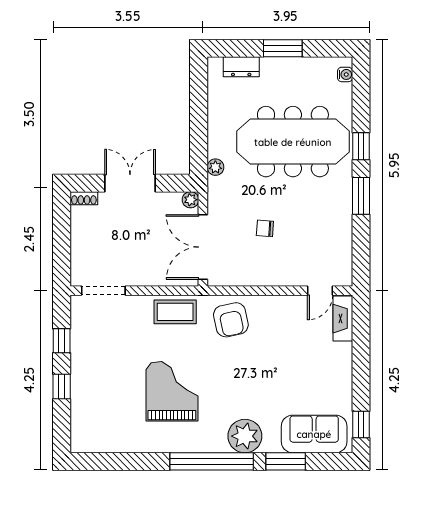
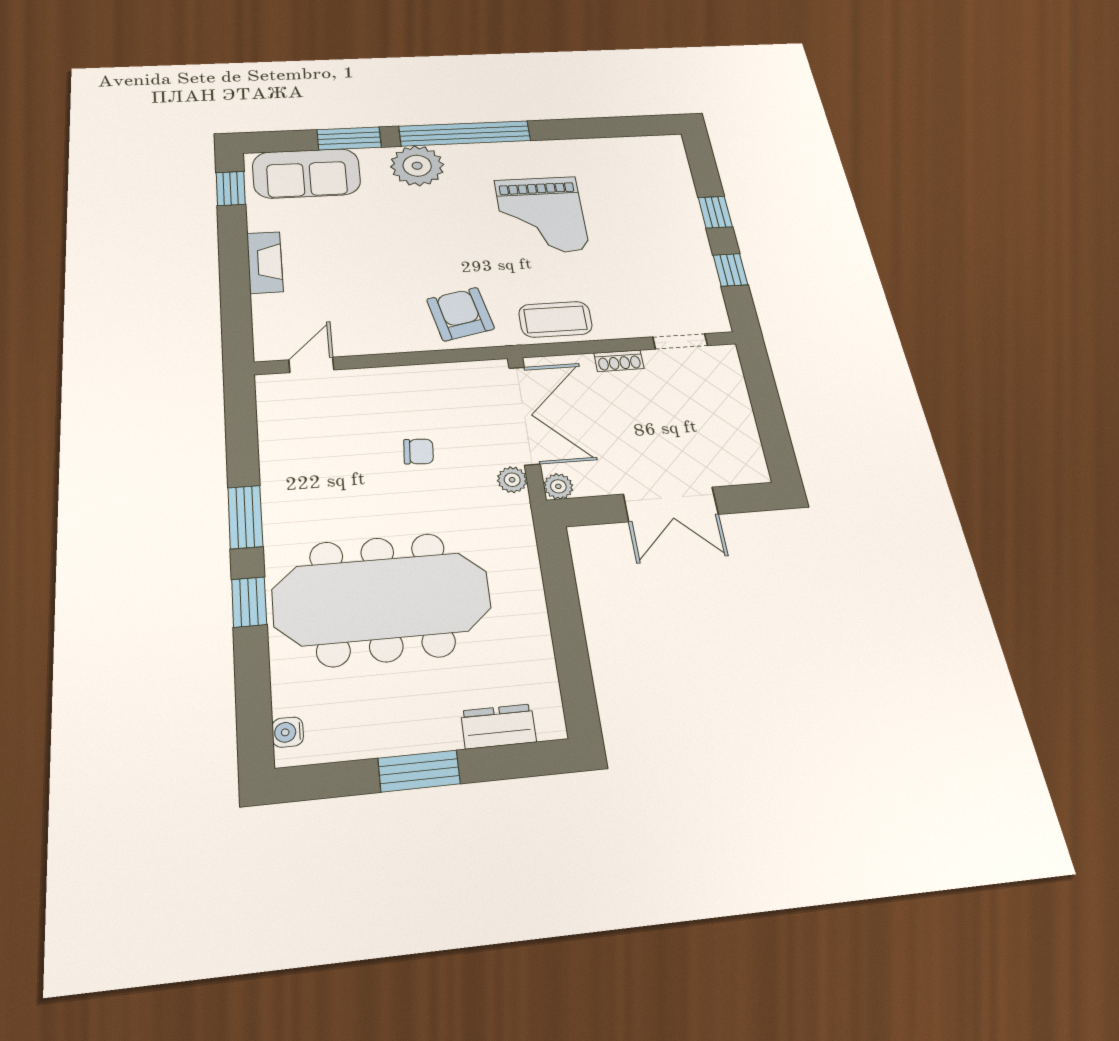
plant: (215, 167) -> (512, 480), moved
shoe rack: (84, 198) -> (619, 361), moved, turned 180
doorway: (103, 291) -> (680, 341), width x0.73
fireplace: (343, 319) -> (265, 262), moved

